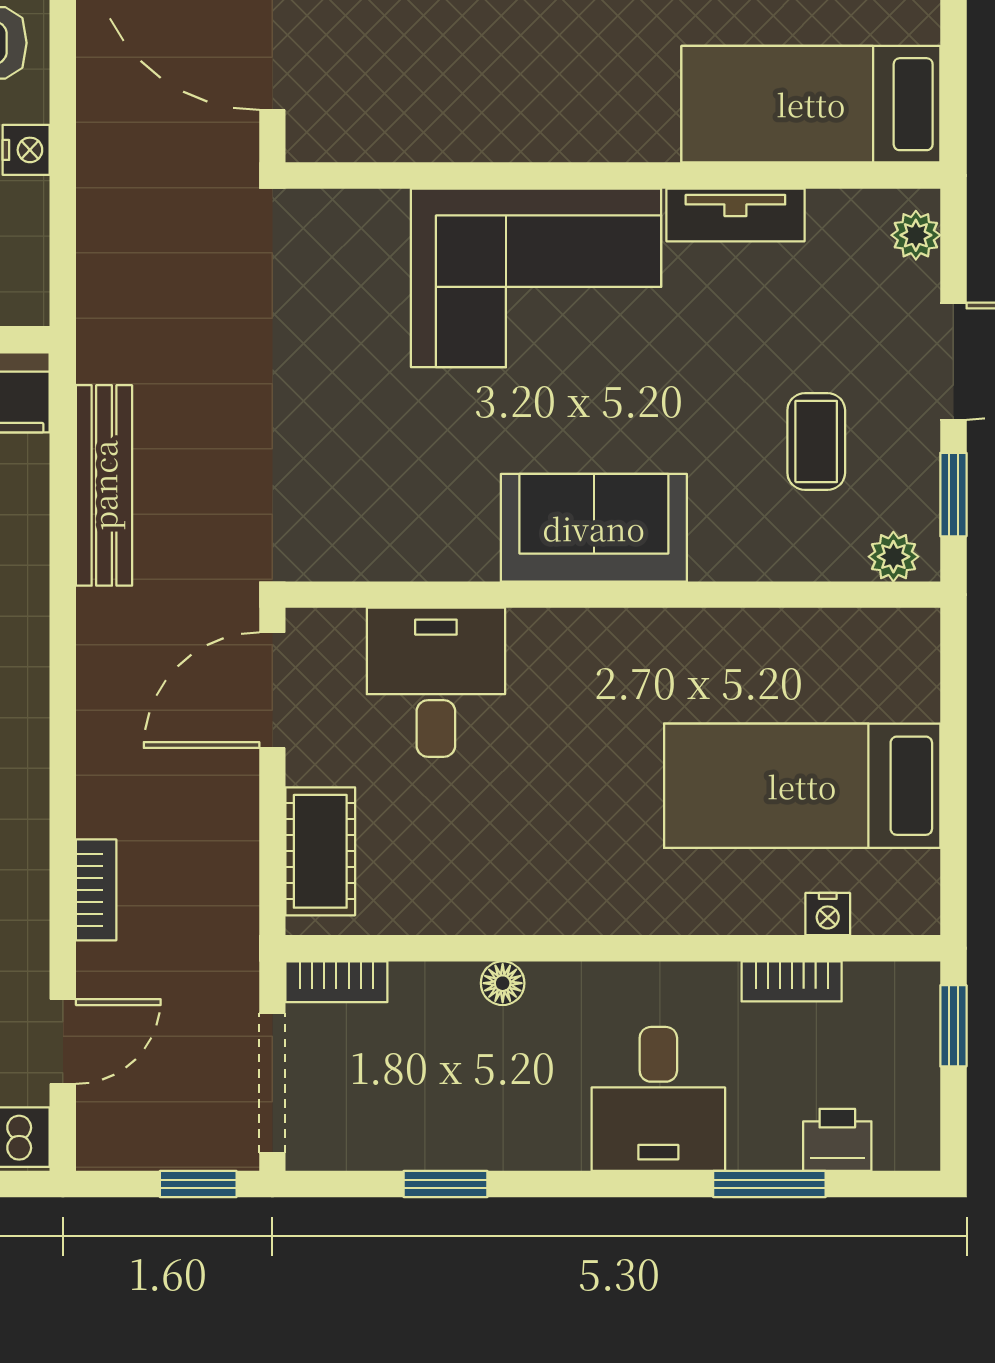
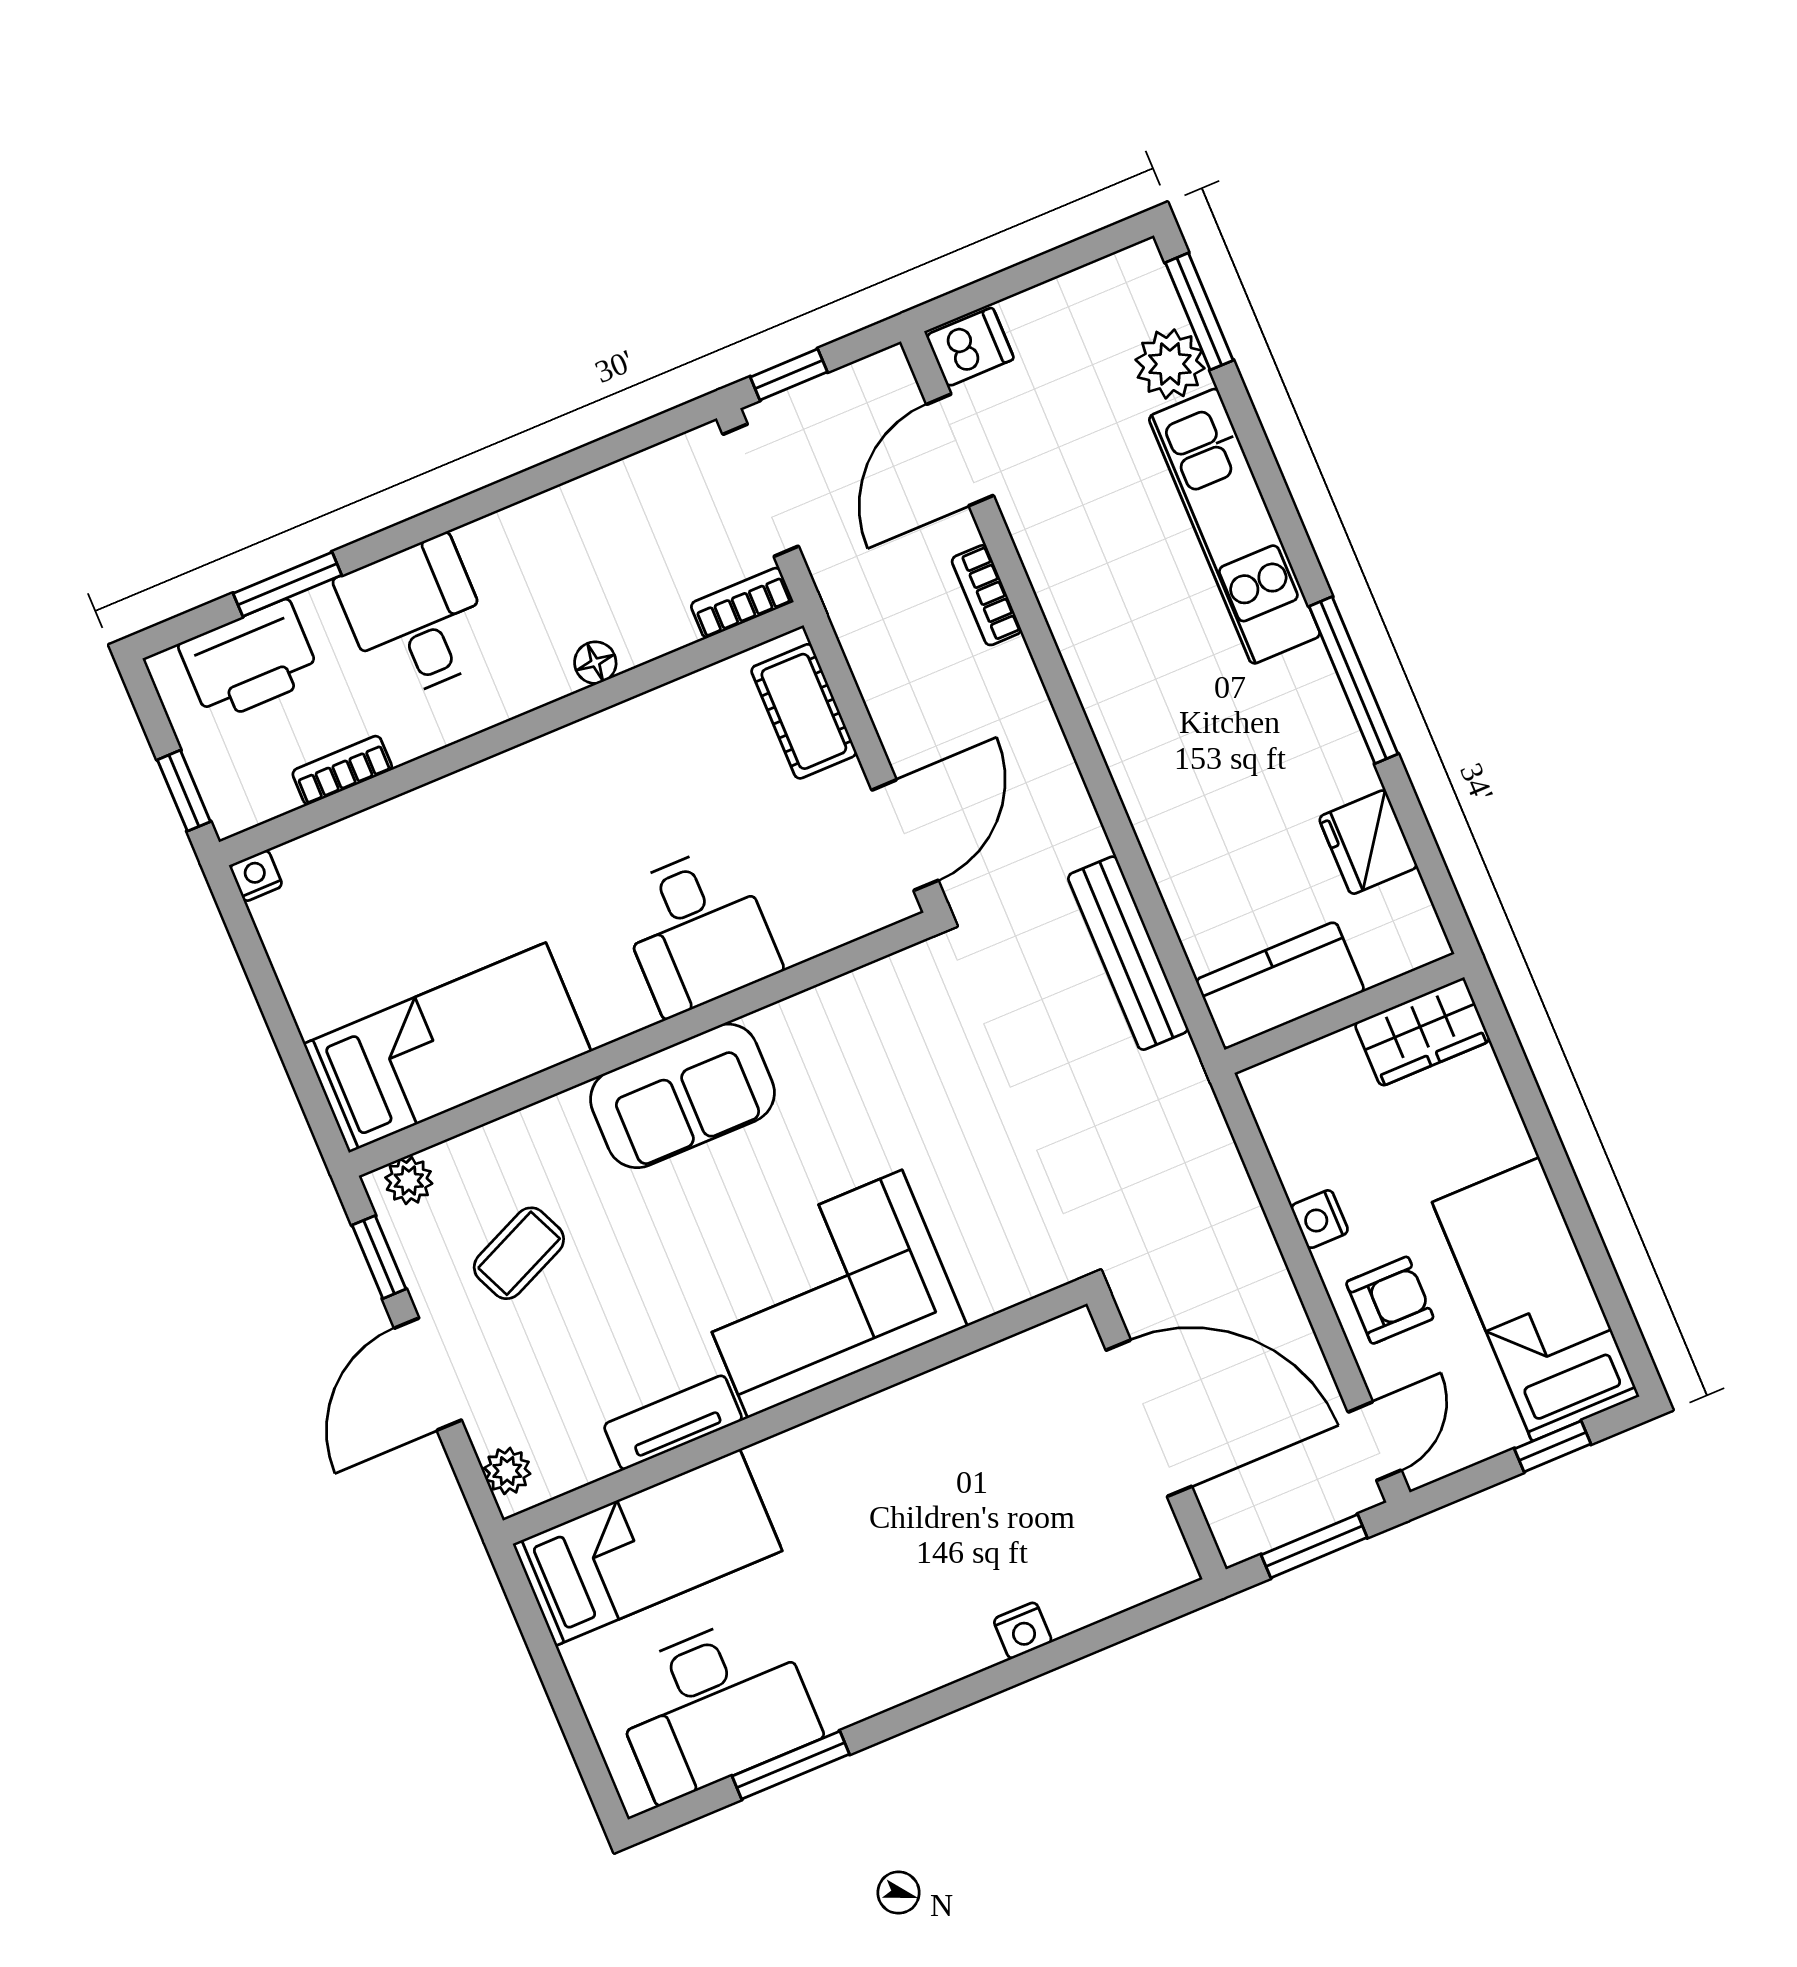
coffee table: (816, 442) -> (519, 1253), turned 66
desk: (436, 682) -> (697, 930), moved
bed: (802, 786) -> (447, 1048), moved
nightstand: (828, 914) -> (256, 876), moved
door: (63, 1041) -> (960, 450), width x1.38
printer: (837, 1140) -> (249, 661), width x1.87, depth x1.48
window: (446, 1184) -> (572, 465), removed

